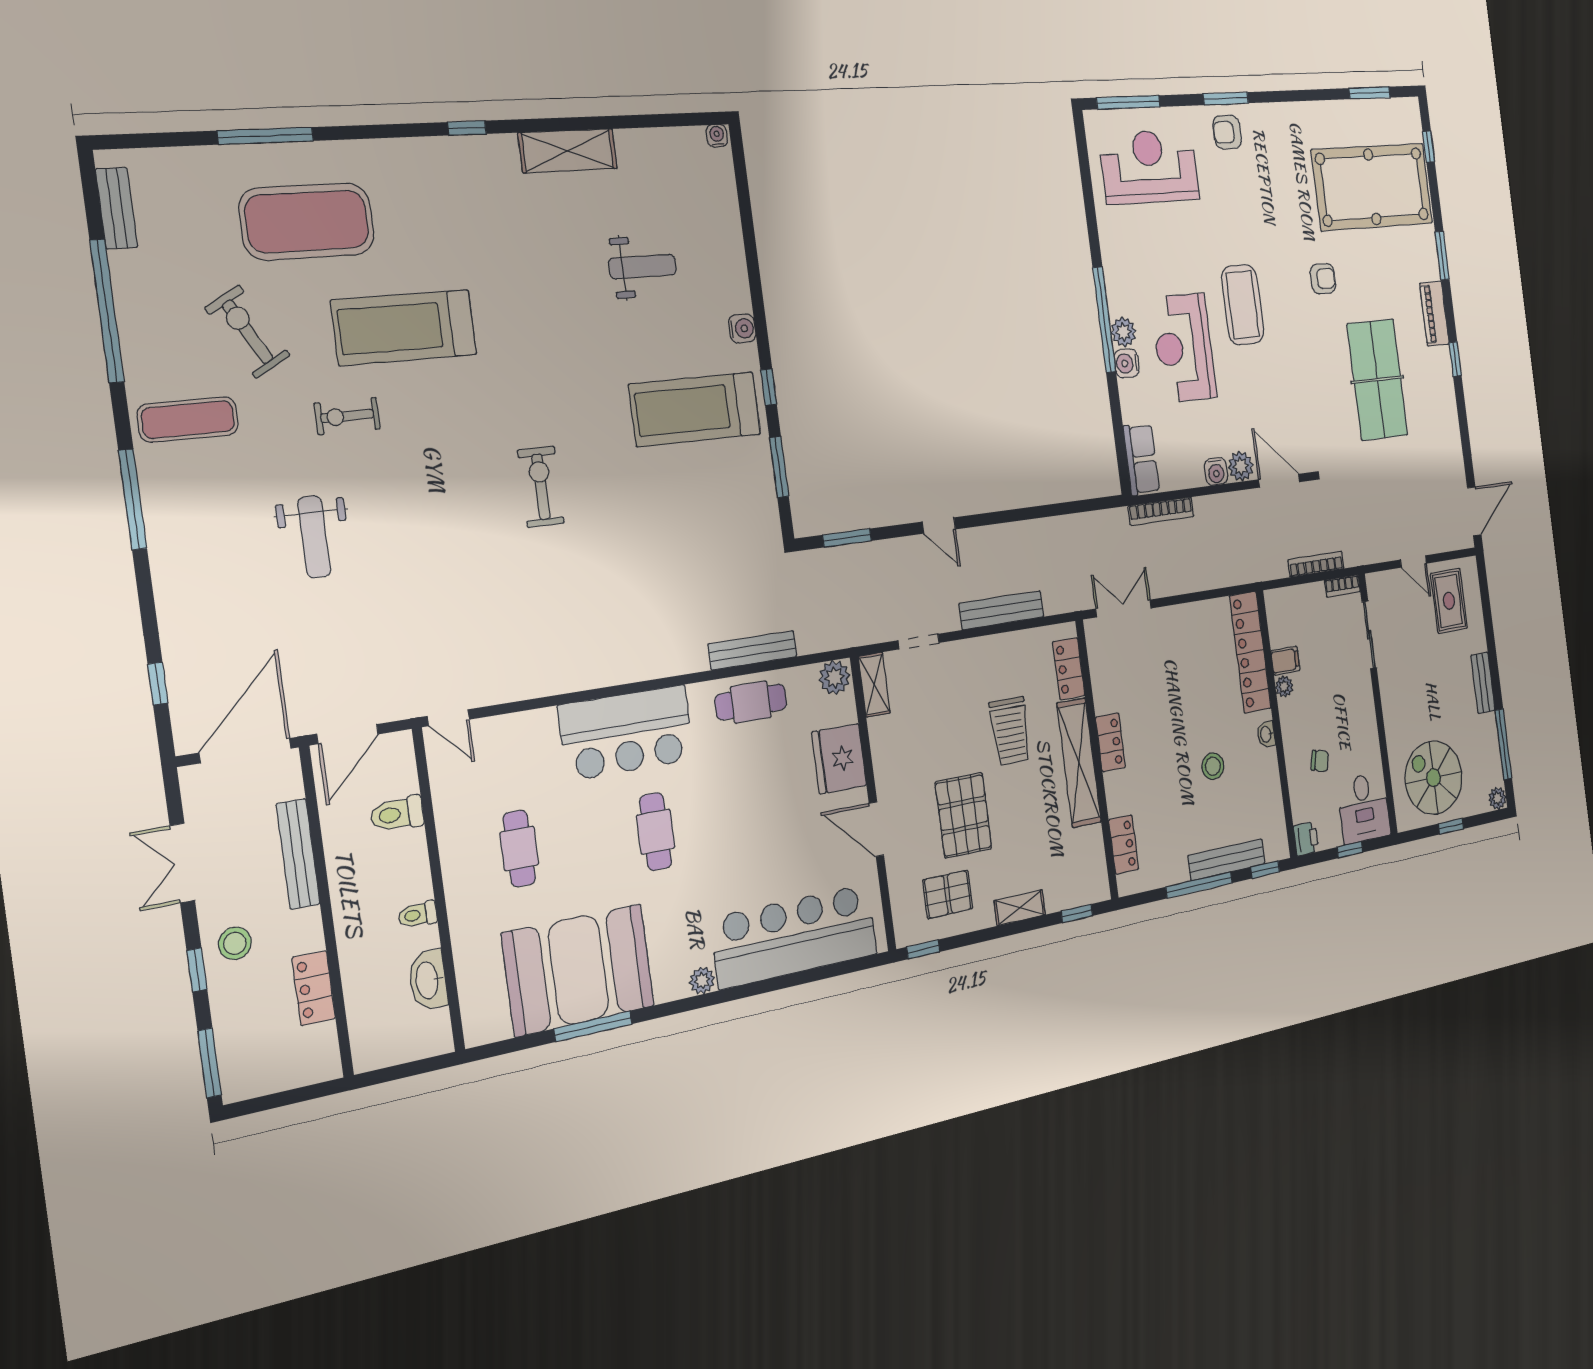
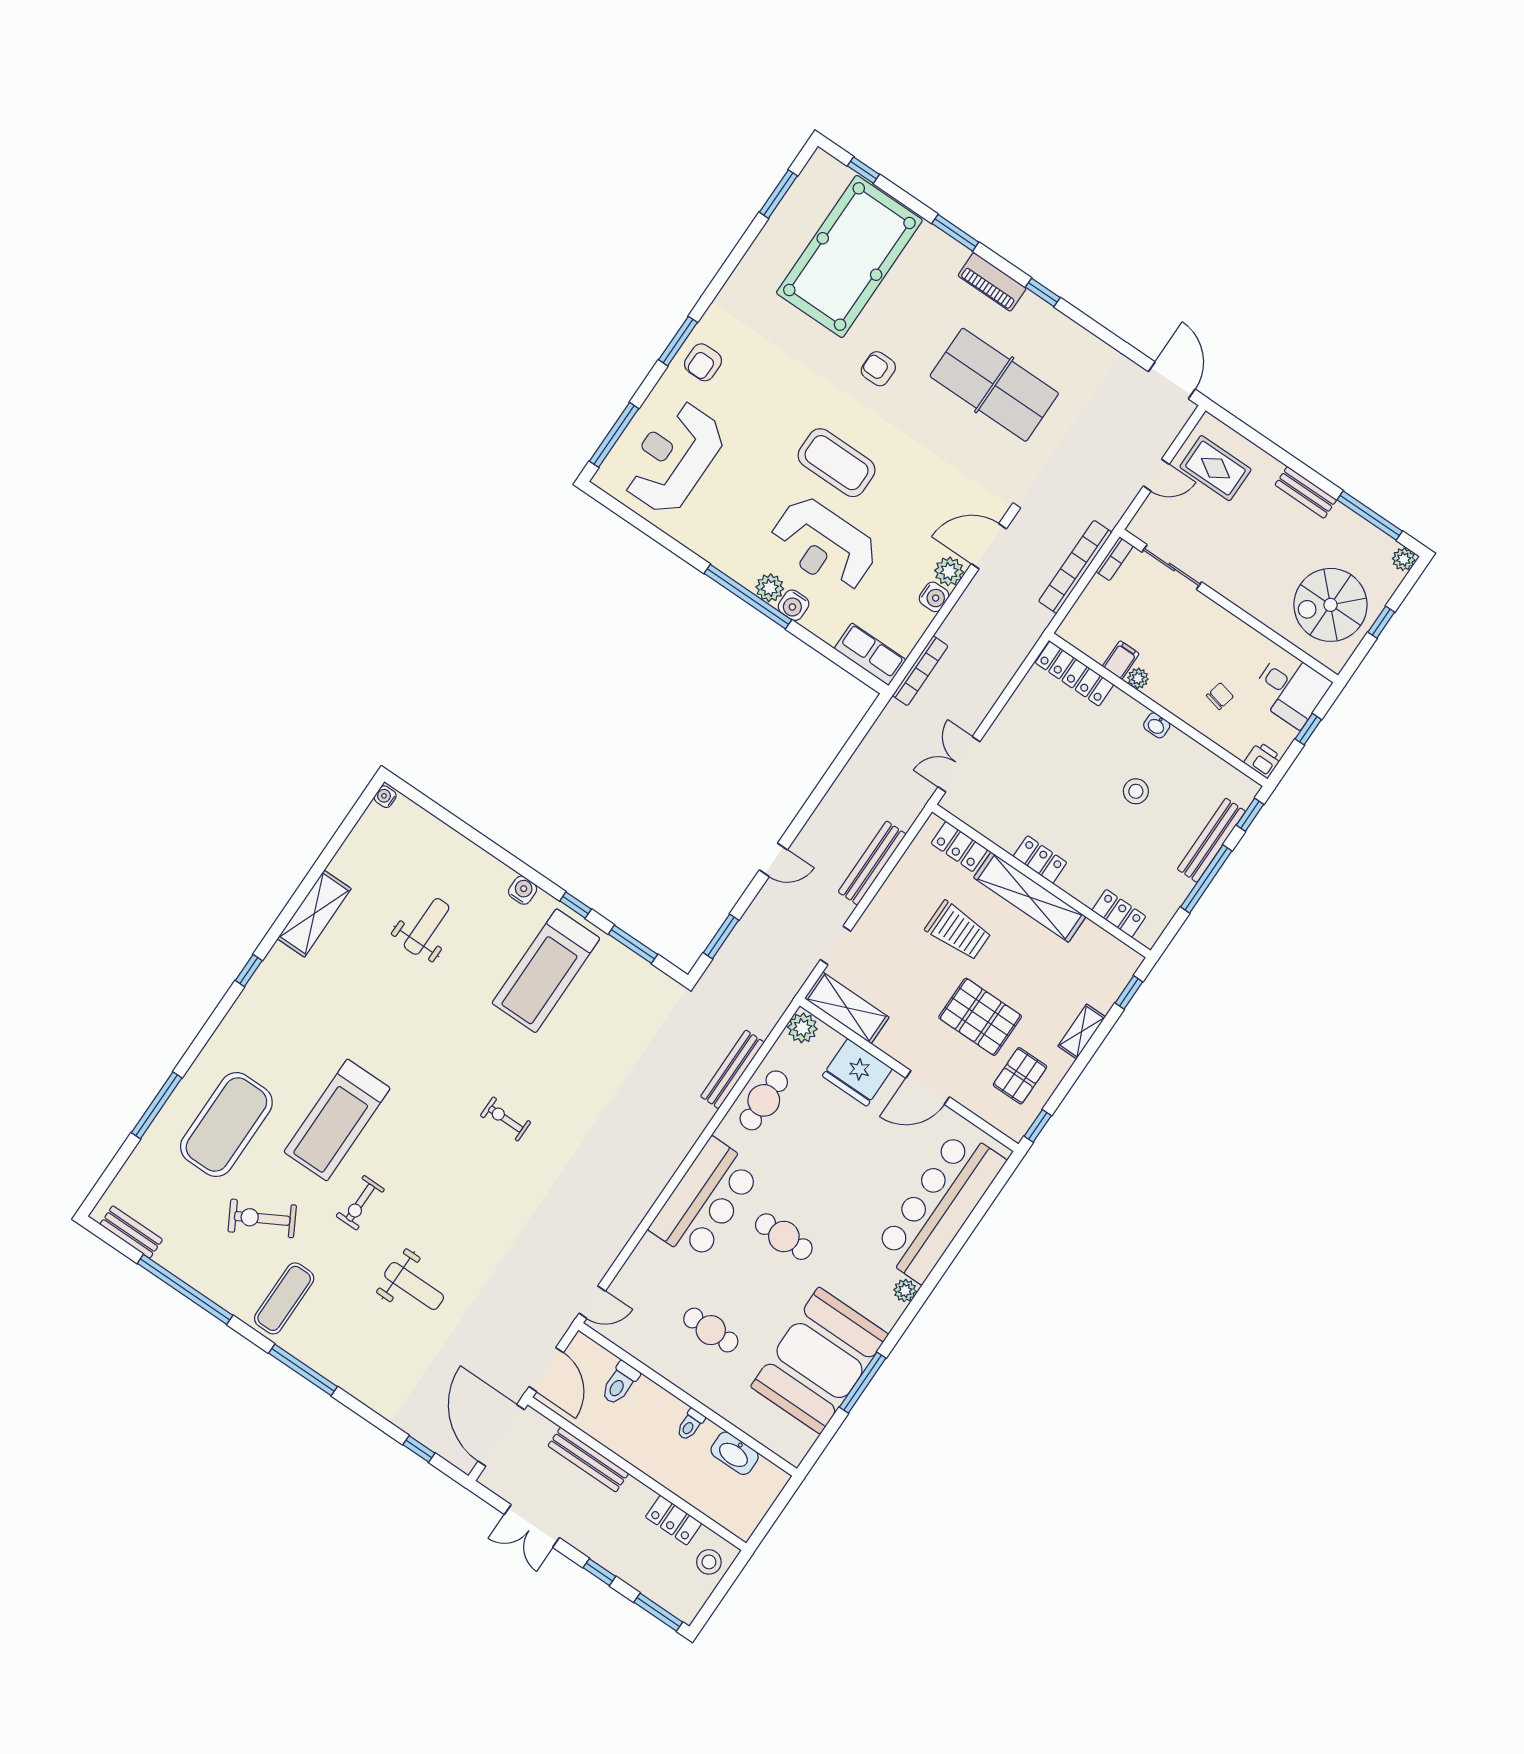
armchair: (1323, 279) -> (878, 369), turned -90
exercise bike: (541, 487) -> (506, 1119), width x0.73, depth x0.72
bookcase: (1316, 564) -> (1075, 567), width x1.48, depth x1.31
locker: (1250, 652) -> (1074, 674), width x0.71, depth x0.83
shelving: (874, 685) -> (847, 1008), width x1.50, depth x1.33
stool: (235, 943) -> (709, 1562), moved

